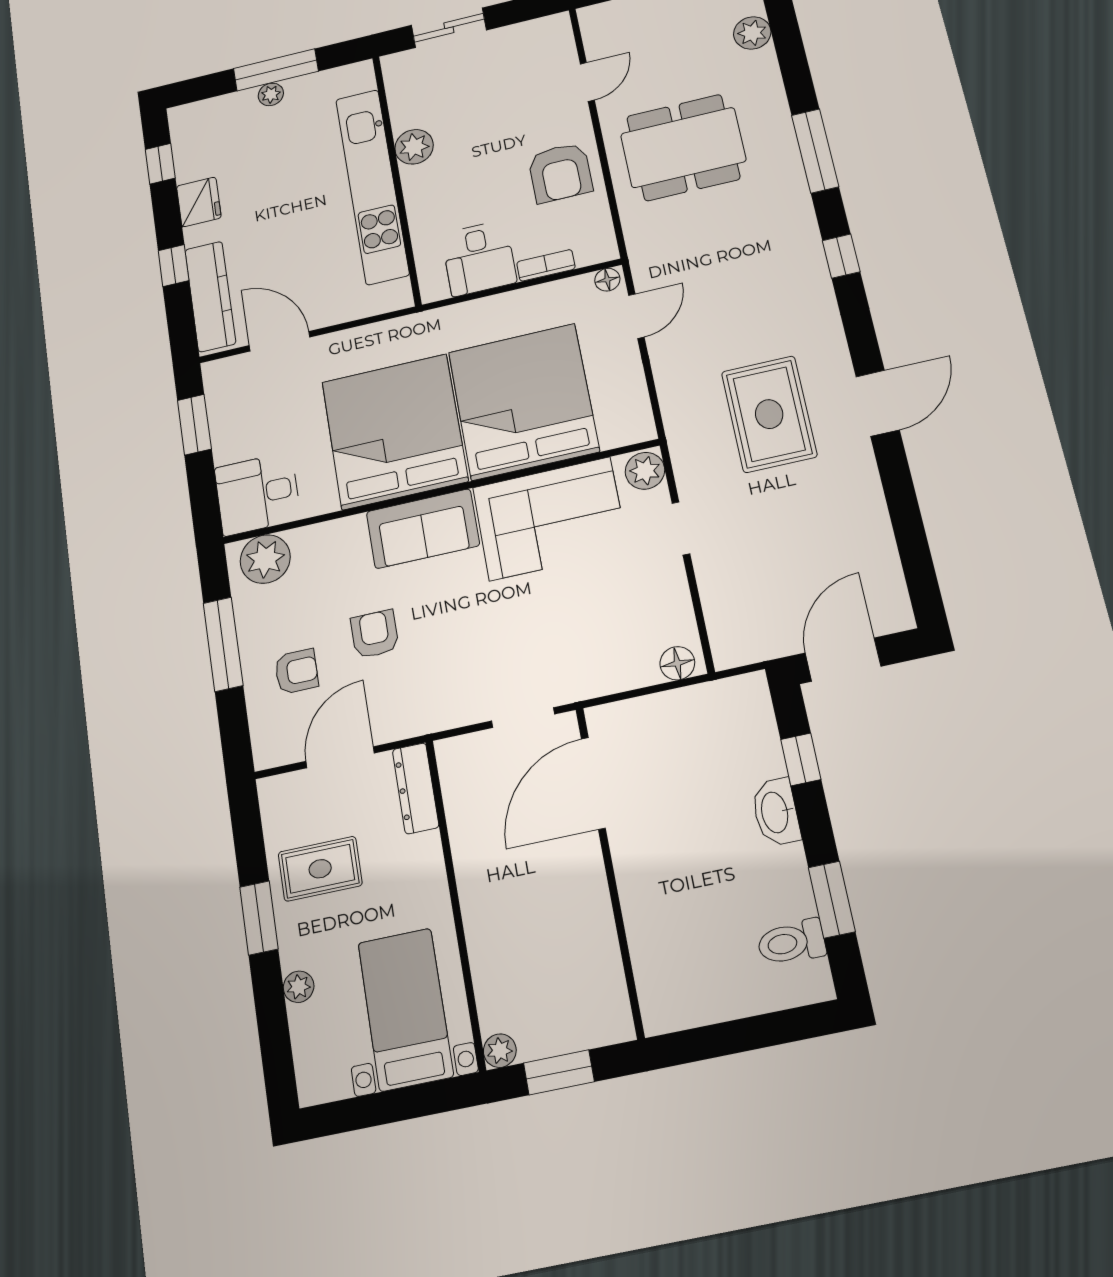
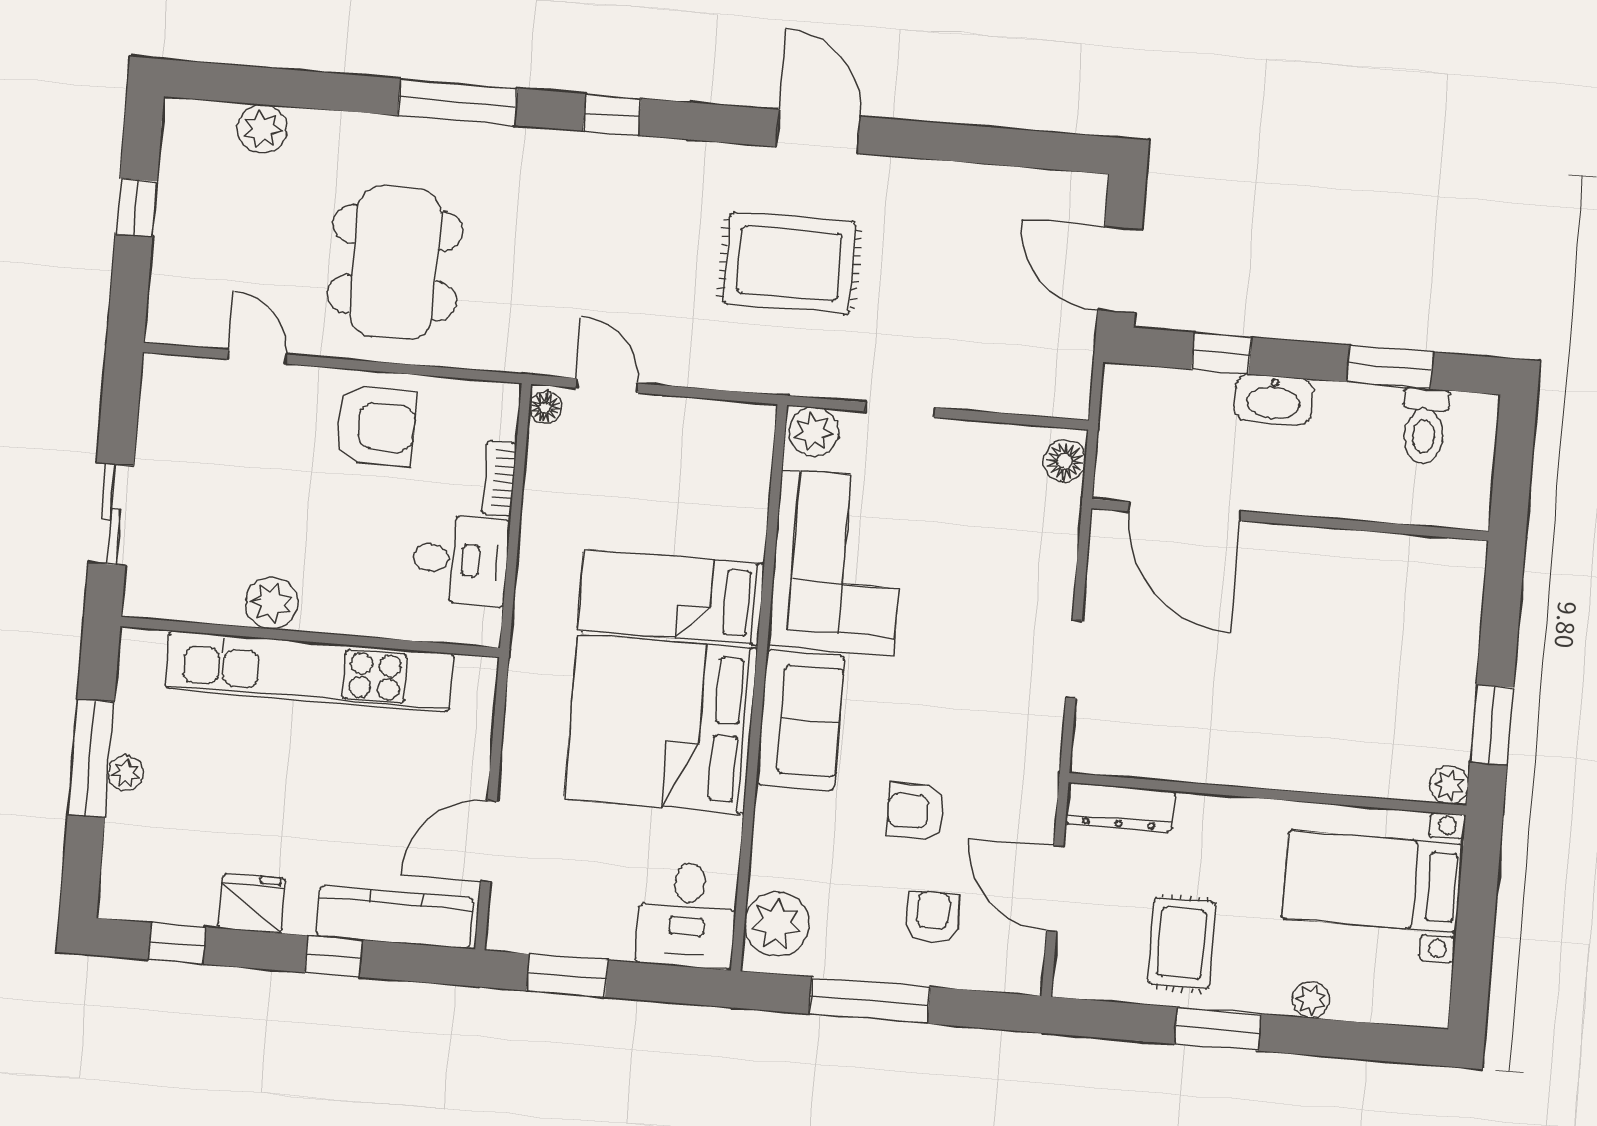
bed: (523, 402) -> (671, 597), width x0.49
door: (593, 783) -> (1184, 511), moved
wall: (609, 870) -> (1290, 520), moved

